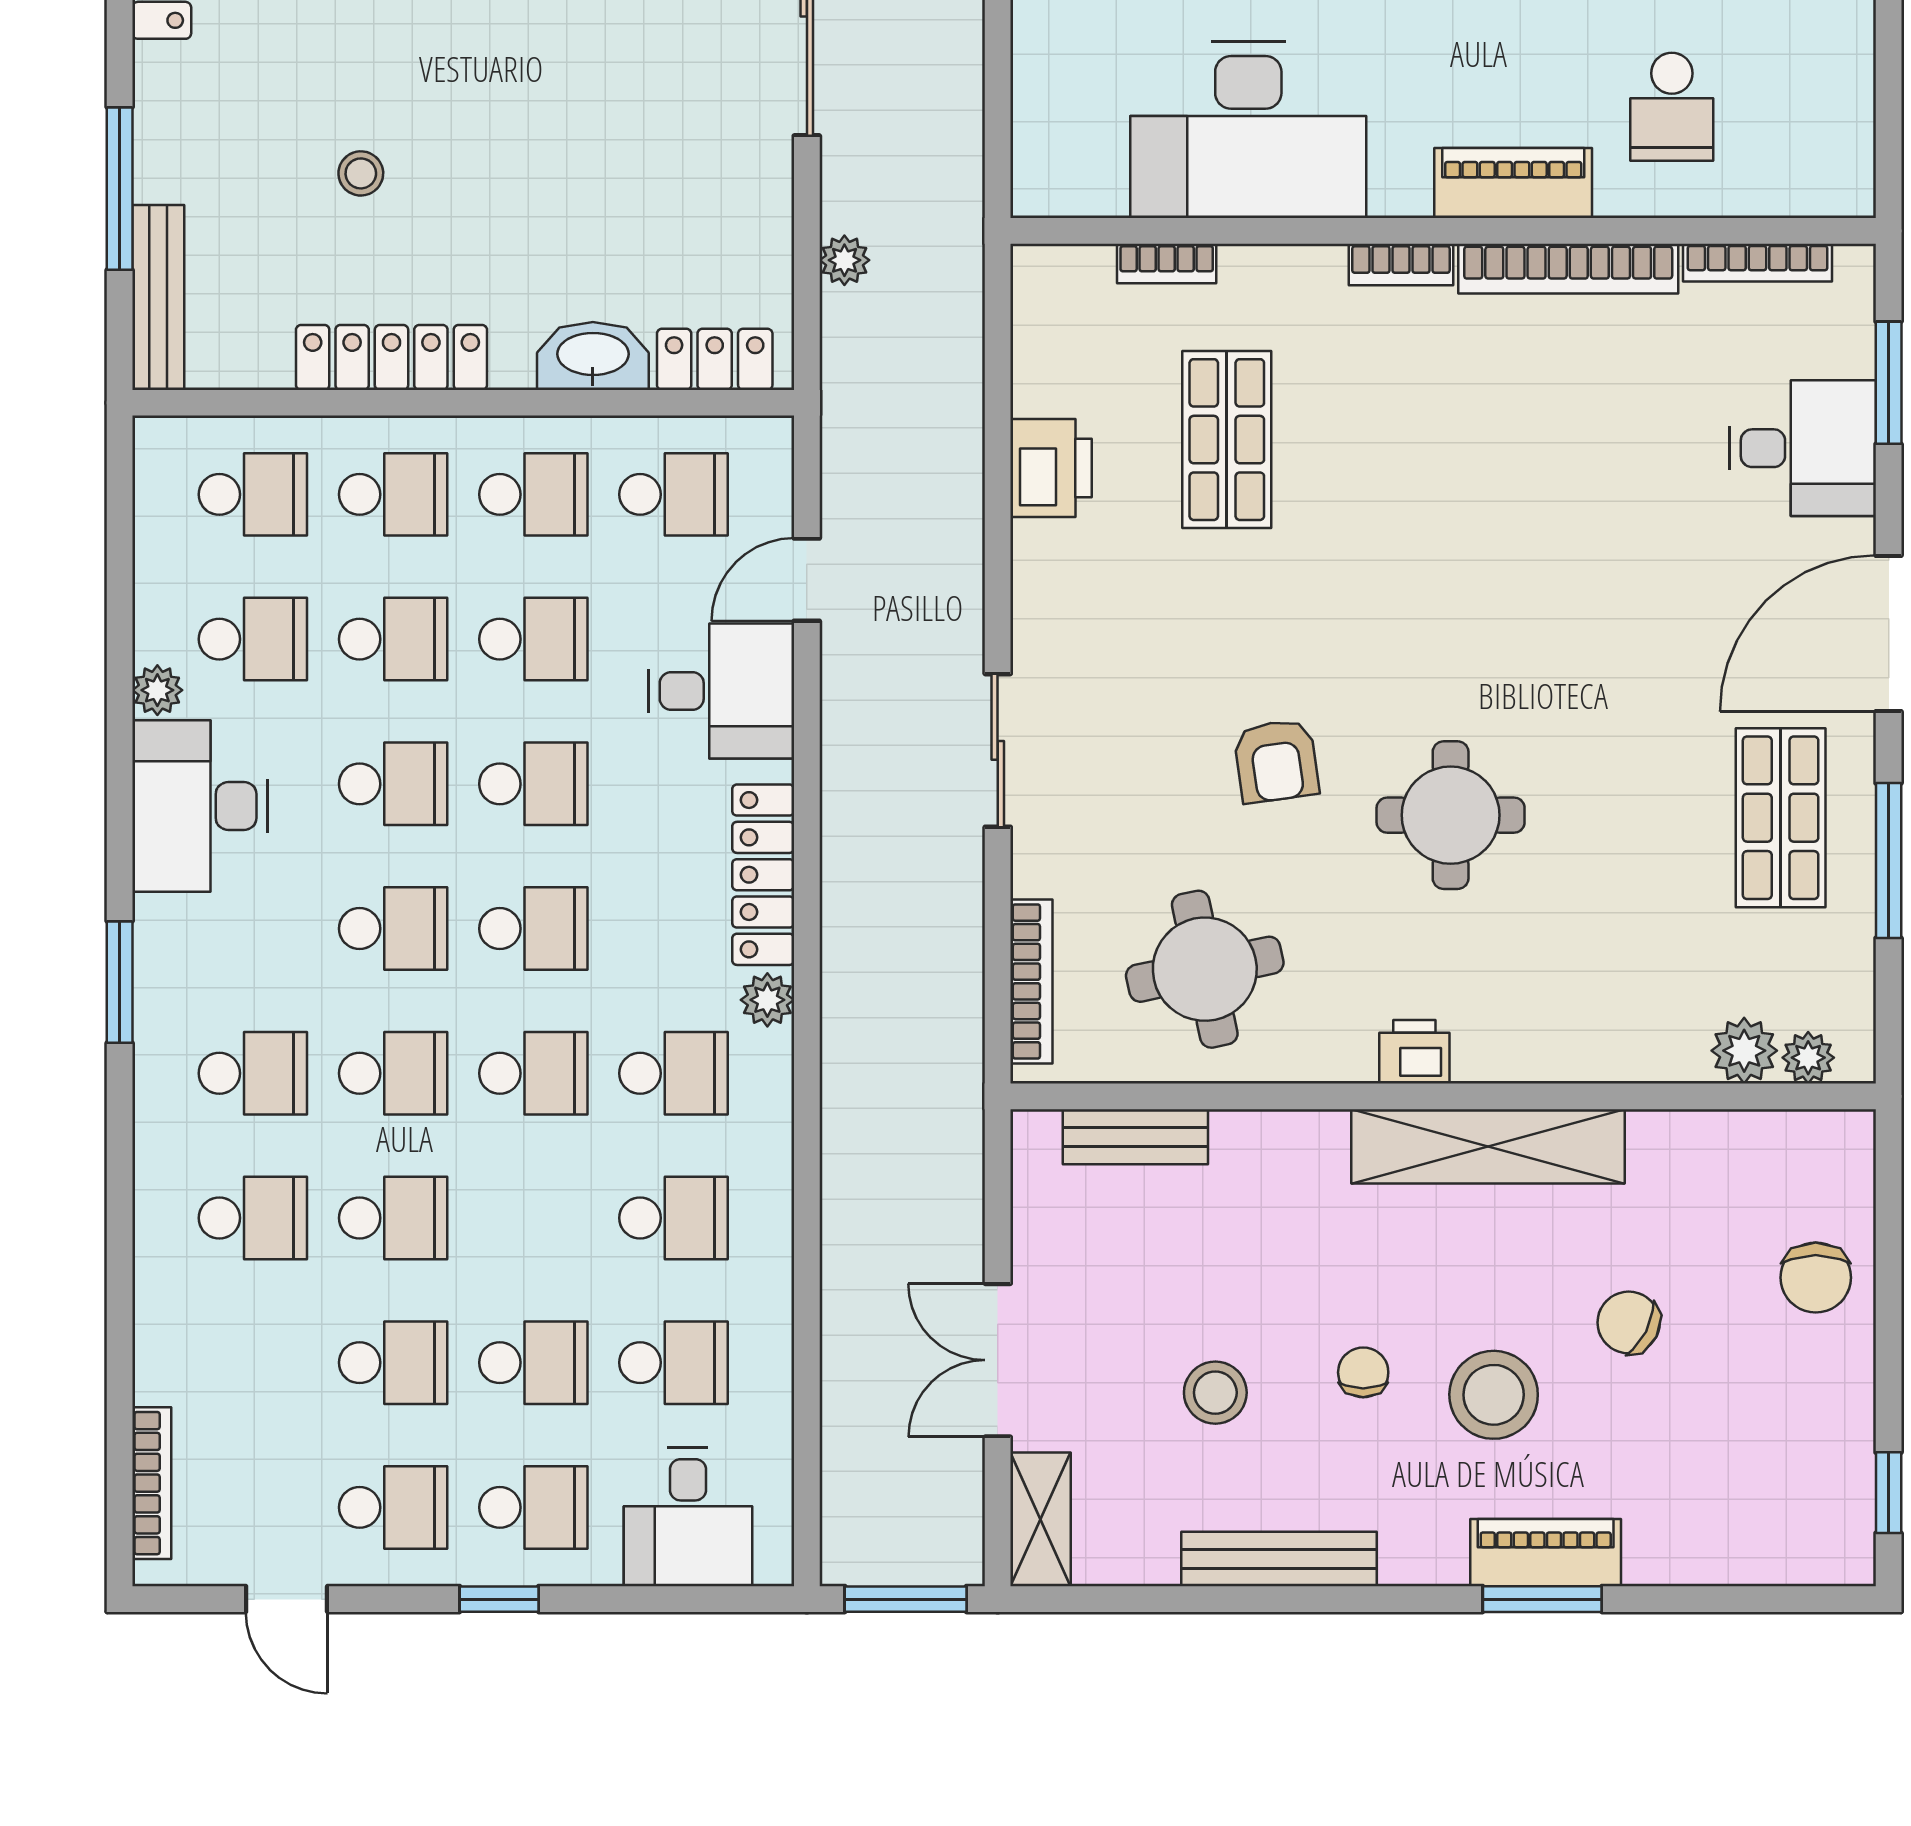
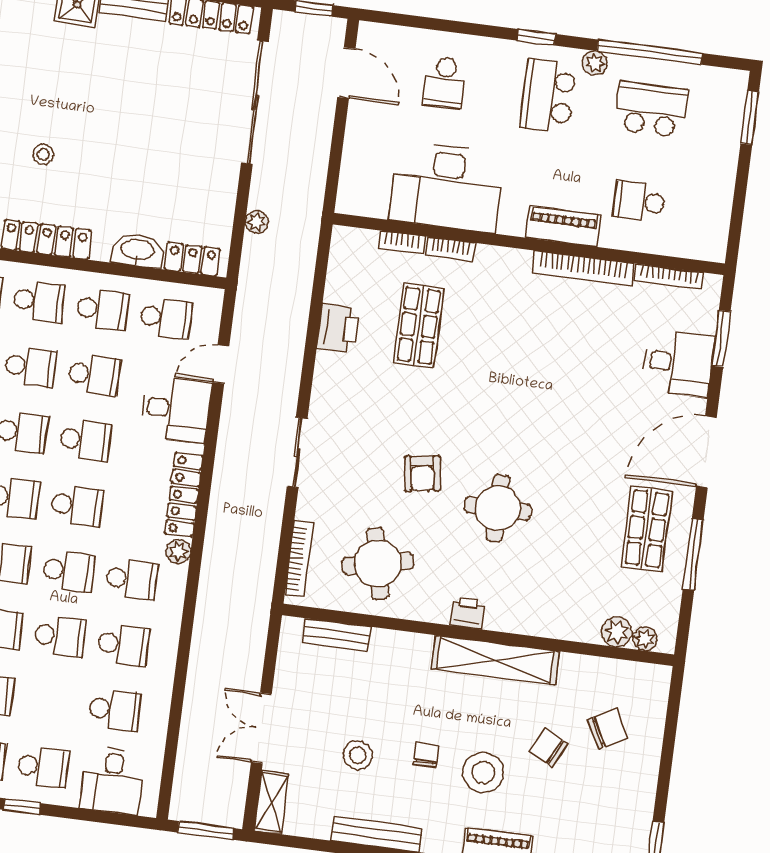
school desk: (1672, 107) -> (639, 201), turned 90
bookcase: (1401, 265) -> (450, 249), moved
chair: (1816, 1278) -> (608, 729), moved, turned -118
school desk: (533, 1363) -> (60, 636), moved

